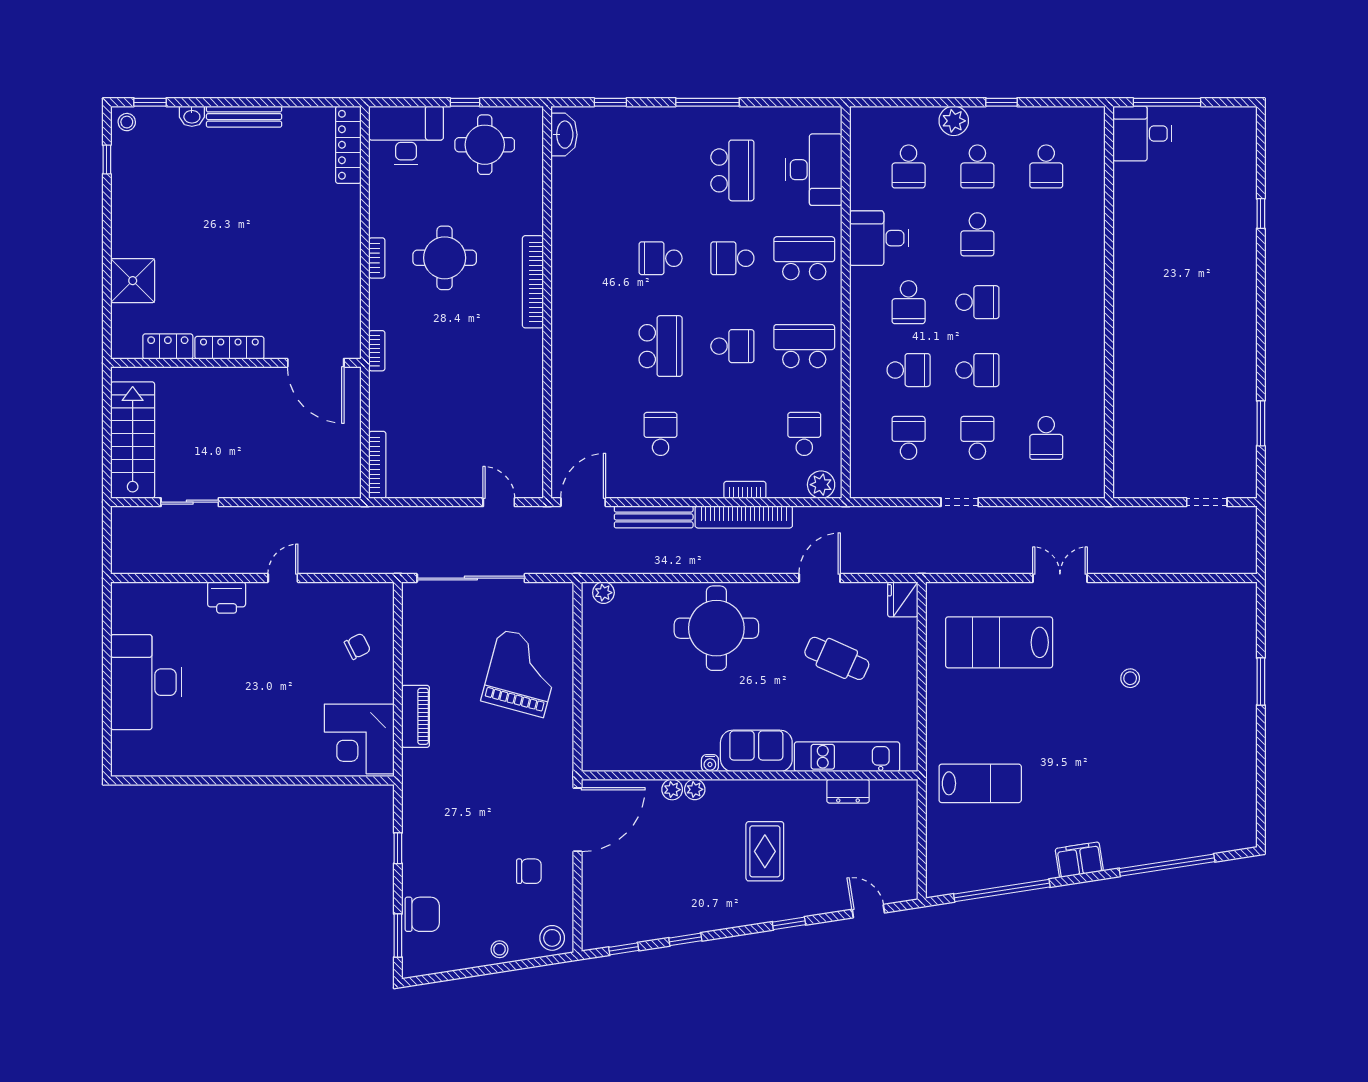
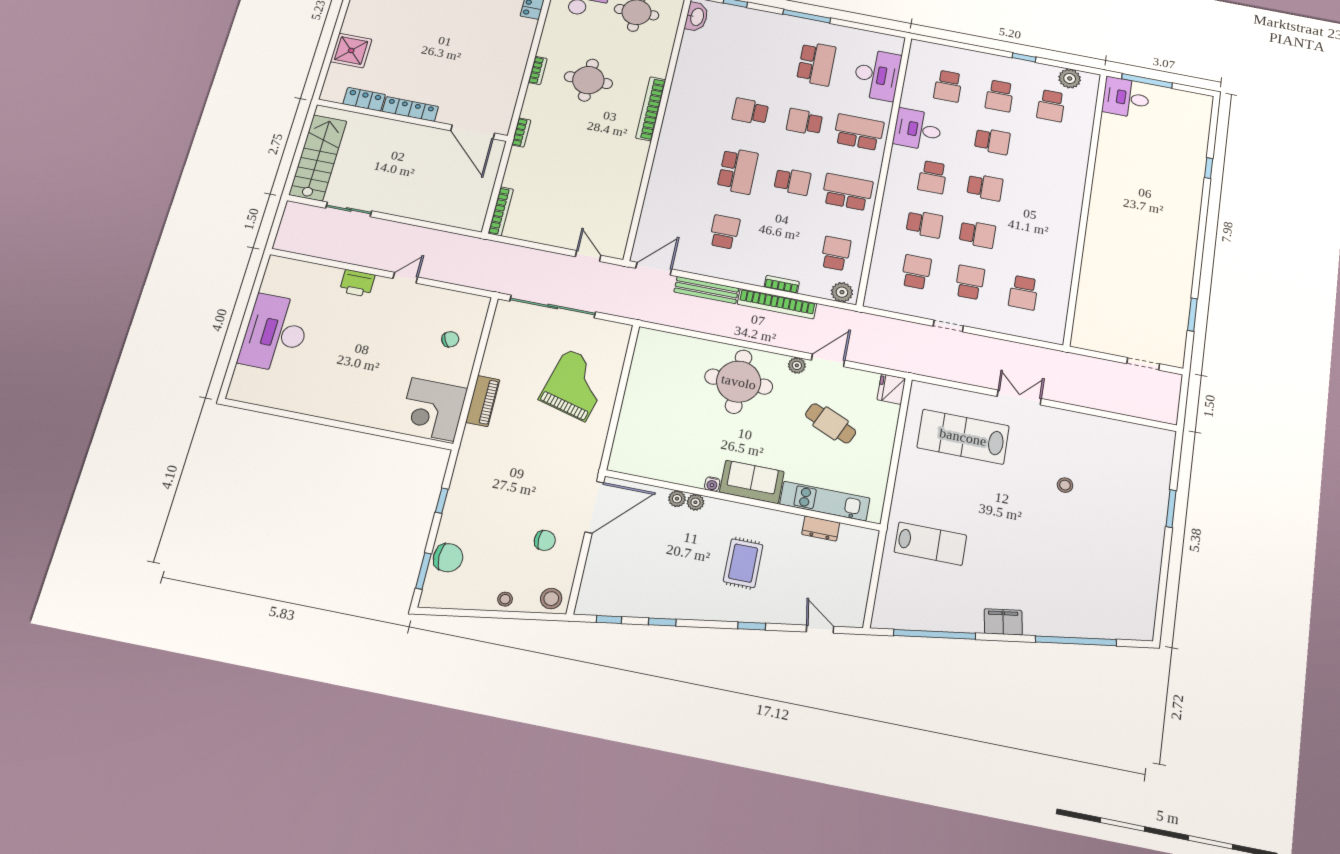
plant: (954, 121) -> (1070, 79), moved
school desk: (977, 234) -> (992, 141), turned -90
plant: (603, 593) -> (797, 365), moved

